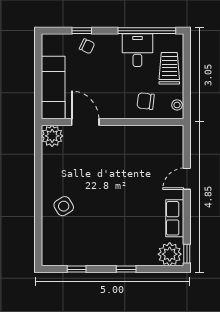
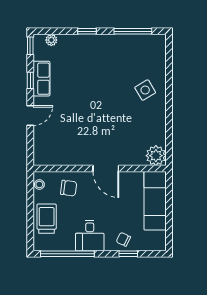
desk: (137, 50) -> (90, 236), moved
trolley: (169, 68) -> (47, 219), turned 180
door: (85, 122) -> (106, 169), moved
window: (187, 216) -> (30, 80), added
plant: (170, 254) -> (51, 40), width x0.53, depth x0.53
window: (77, 269) -> (133, 31), width x2.17

